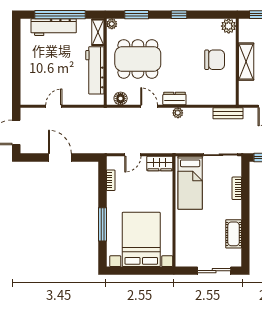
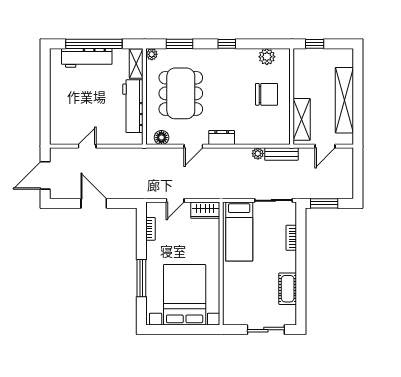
plant: (229, 26) -> (267, 57), moved
dining table: (138, 59) -> (181, 93), turned 90
shelving: (246, 62) -> (302, 119), moved
door: (149, 106) -> (193, 146), swing flipped
plant: (178, 113) -> (258, 154), moved

